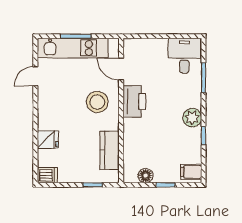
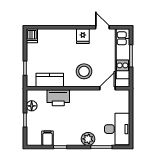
desk: (184, 56) -> (117, 129), width x1.37
printer: (134, 101) -> (58, 98), moved
plant: (192, 118) -> (88, 139), moved
fridge: (48, 140) -> (83, 36), moved
filing cabinet: (191, 172) -> (48, 138), moved

